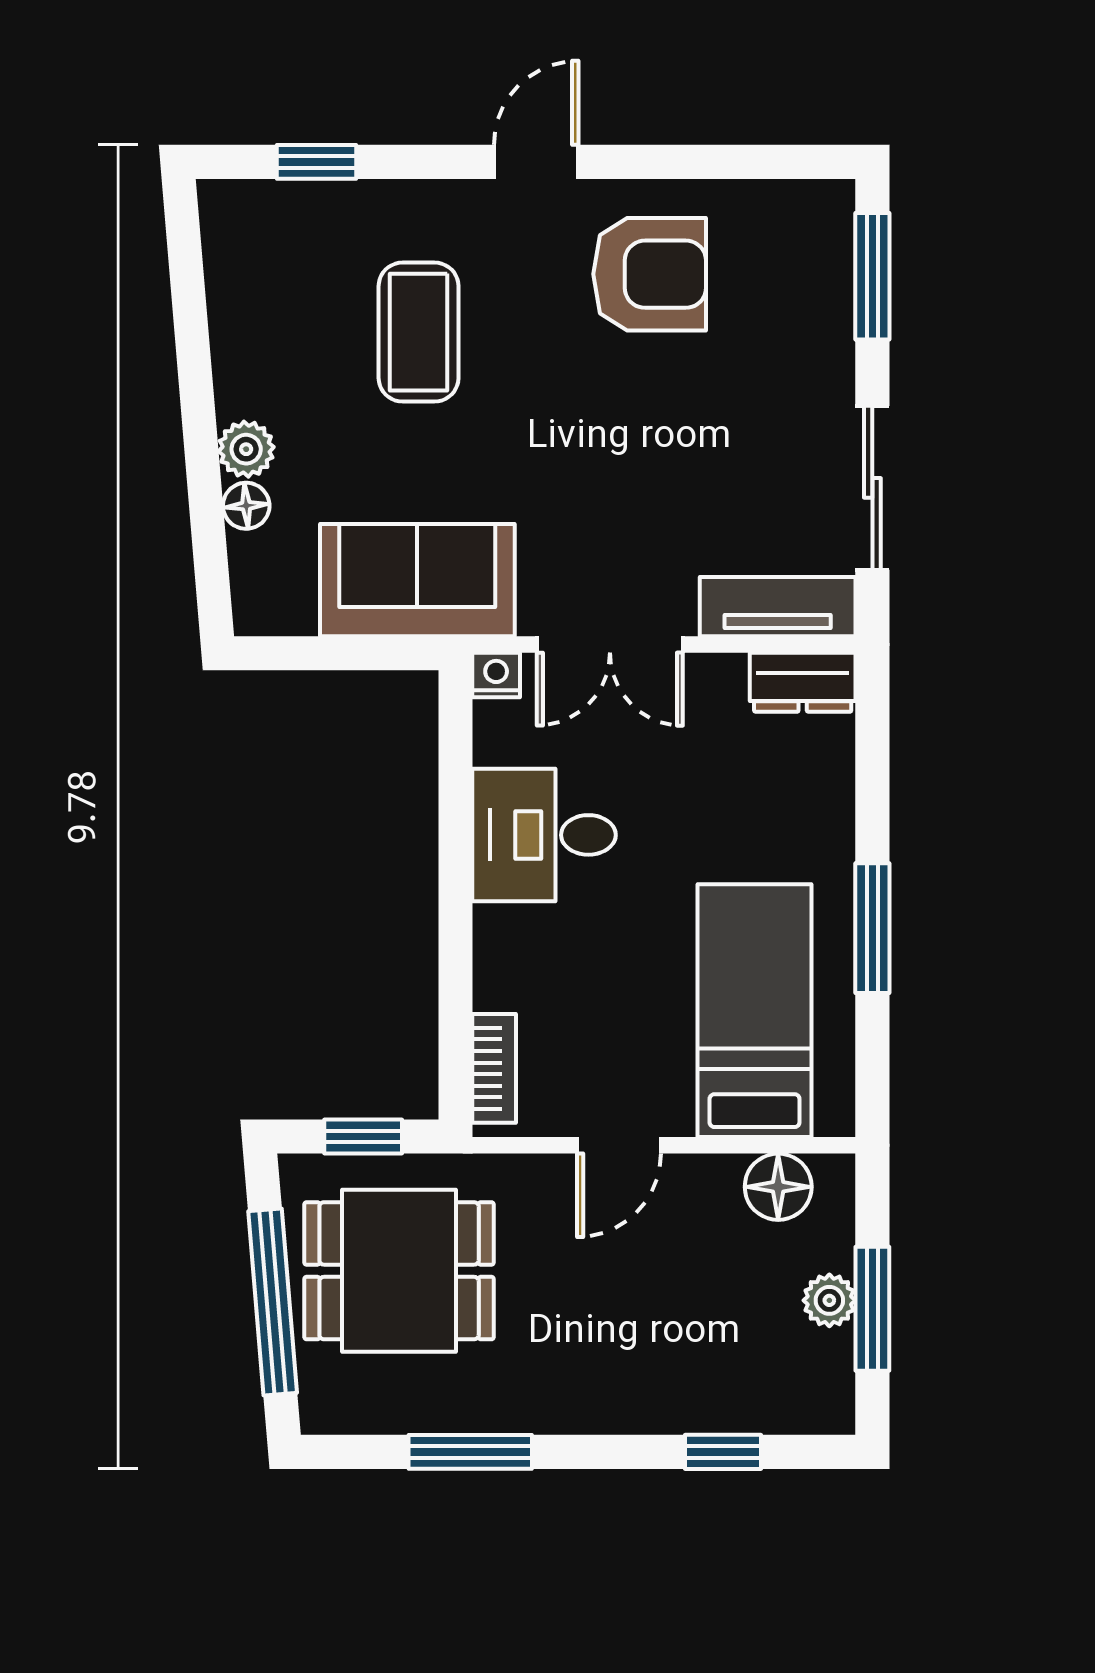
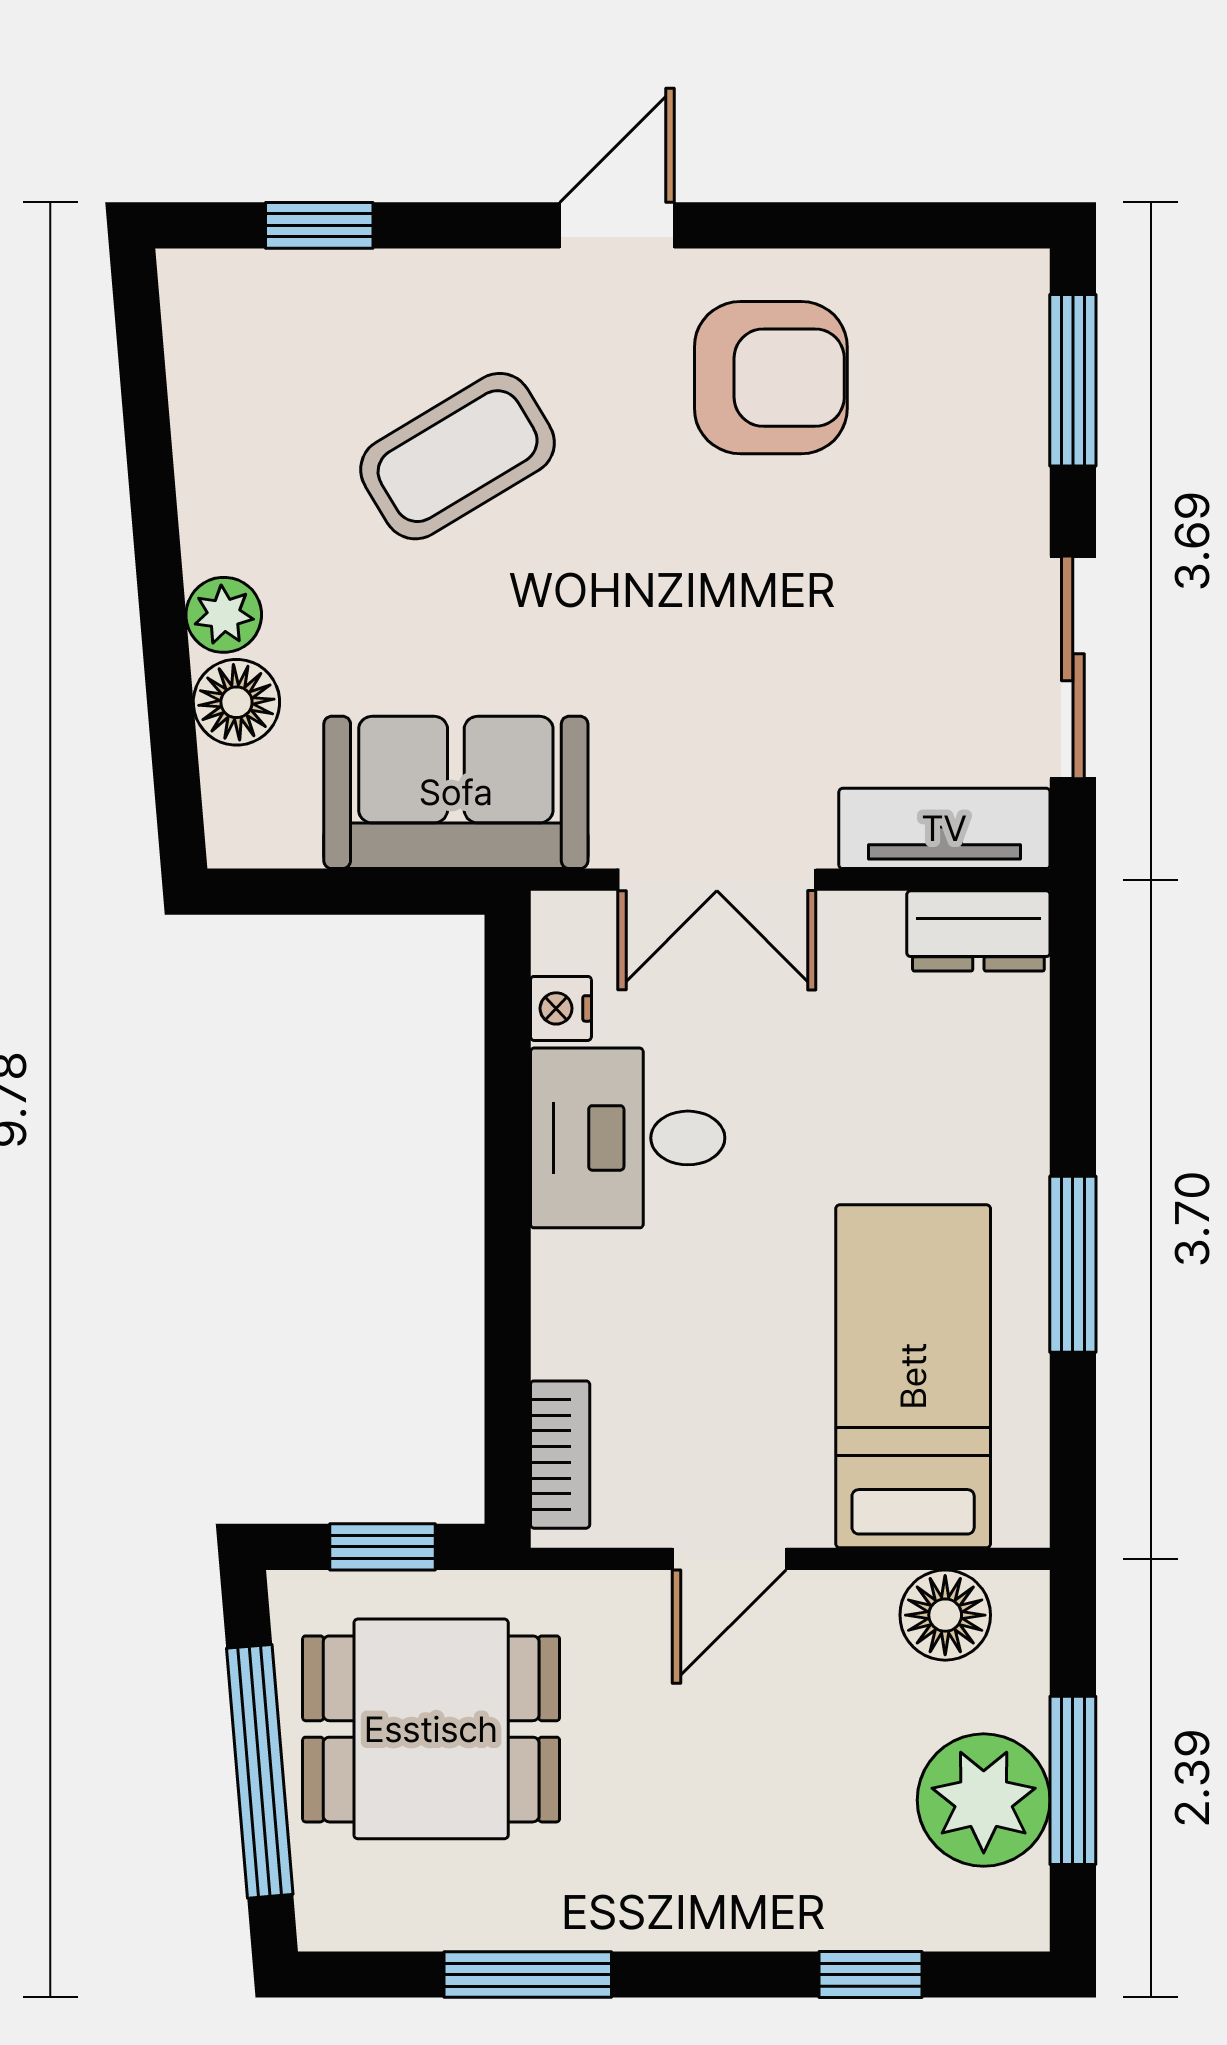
coffee table: (419, 332) -> (458, 456), turned 59
floor lamp: (246, 506) -> (236, 702), width x1.37, depth x1.37
nightstand: (496, 675) -> (561, 1008), moved, turned -90
plant: (829, 1300) -> (984, 1800), width x1.87, depth x1.87

